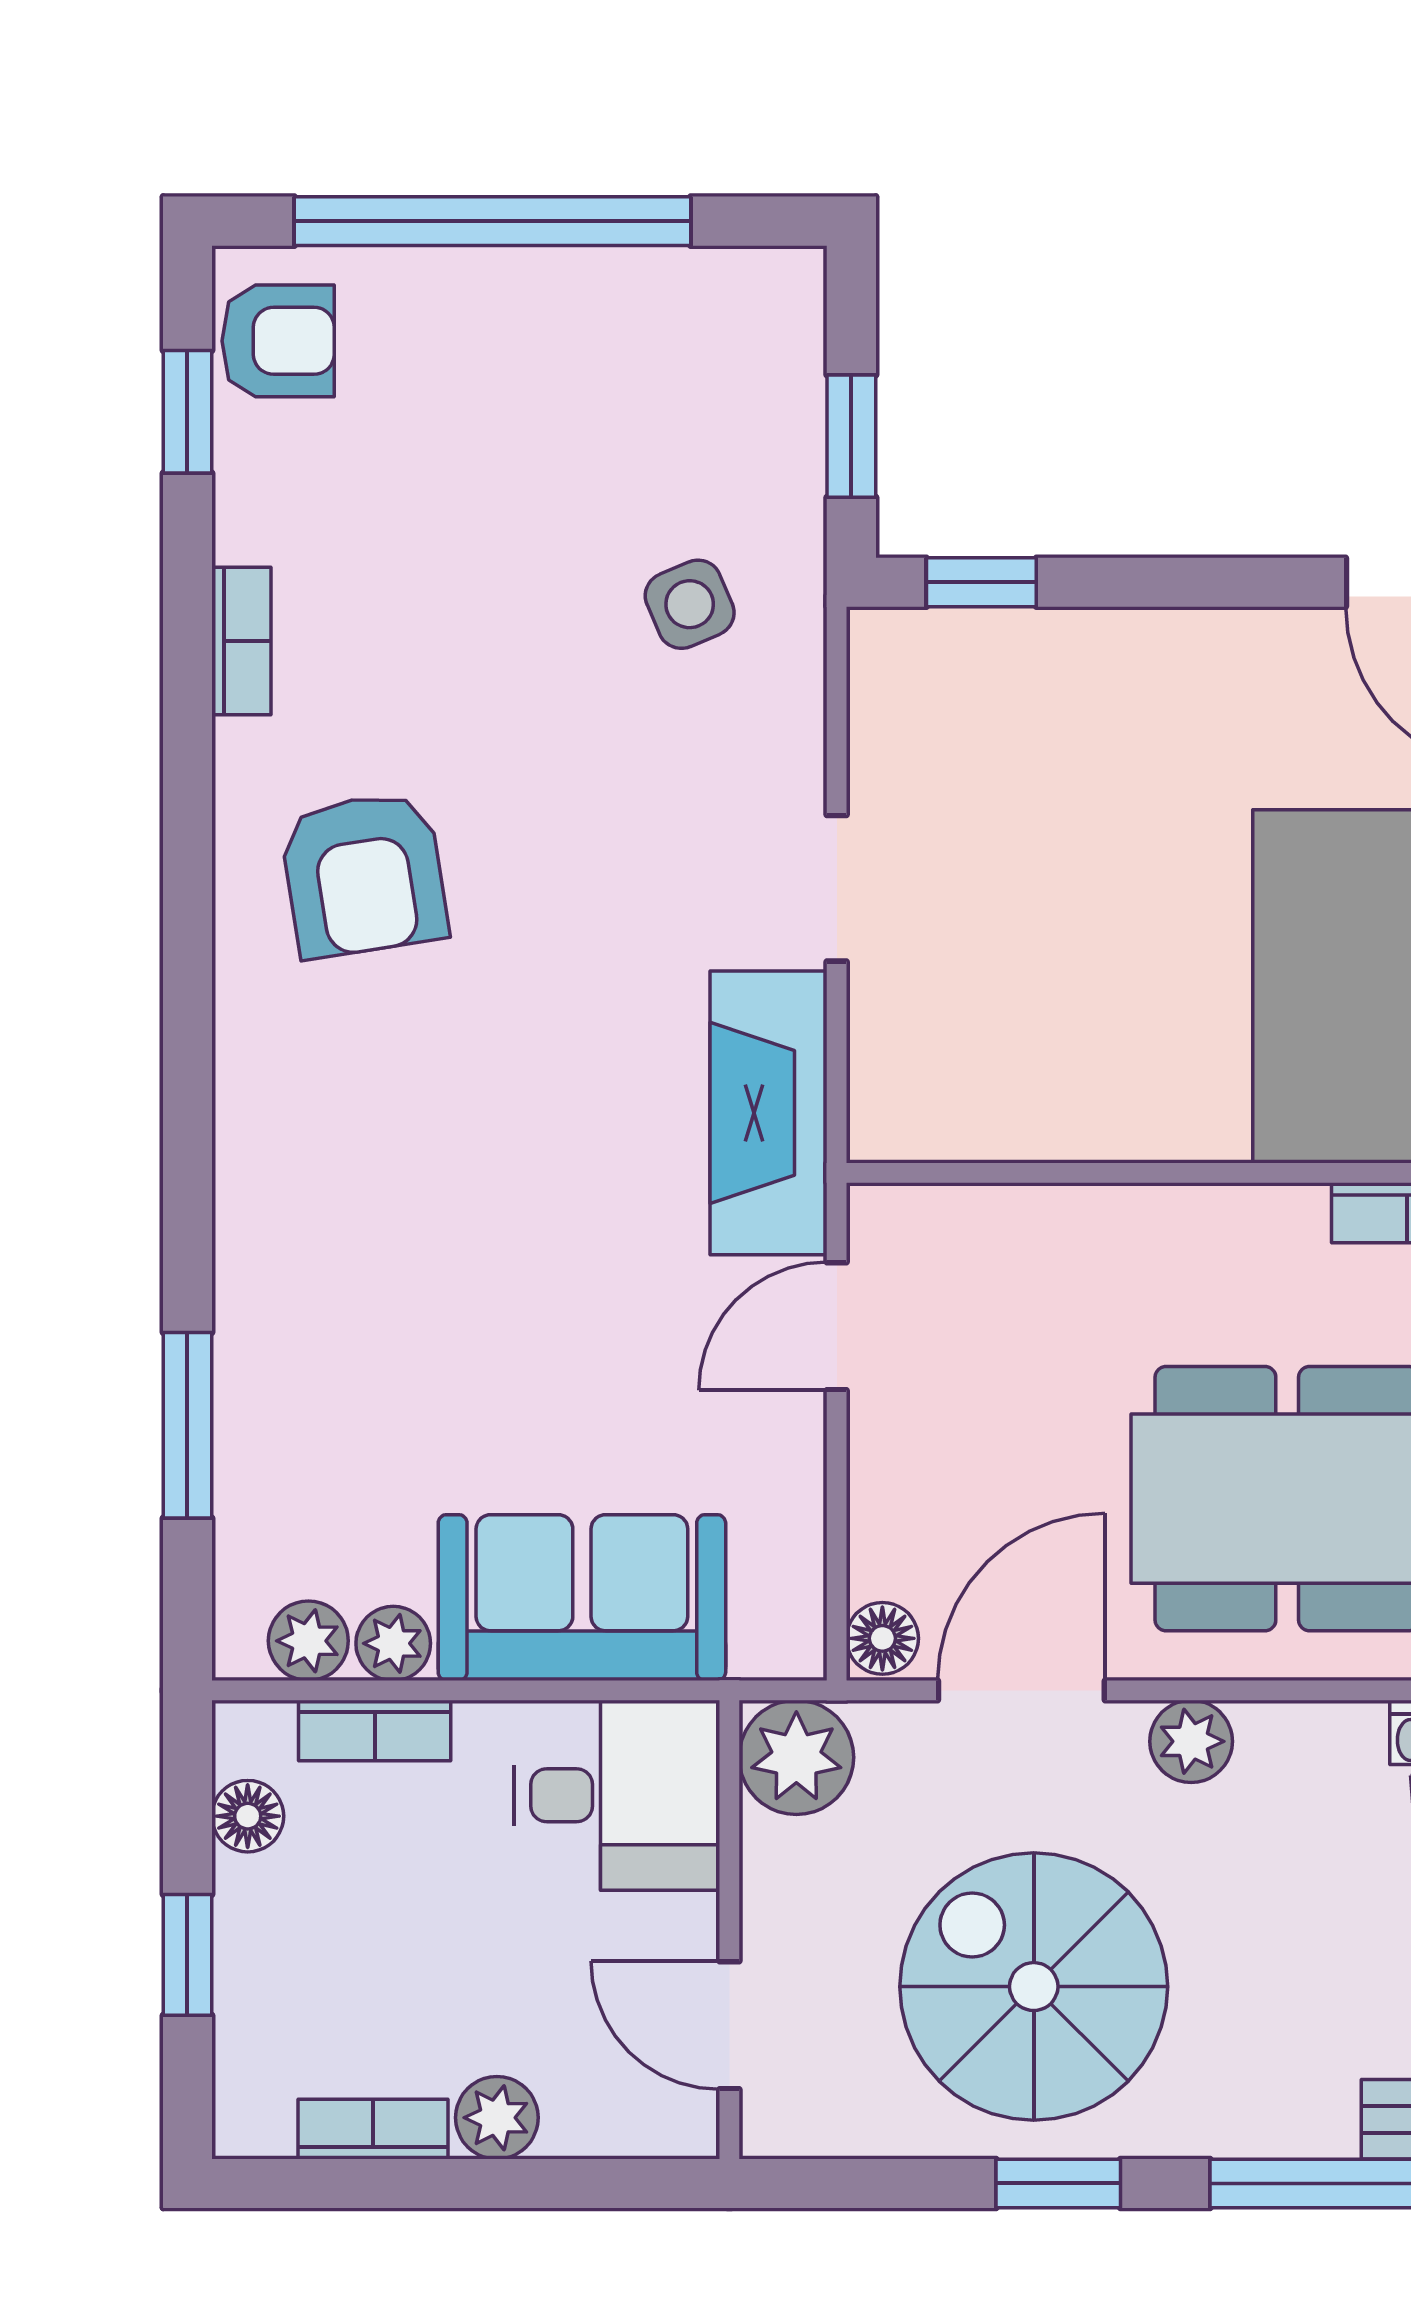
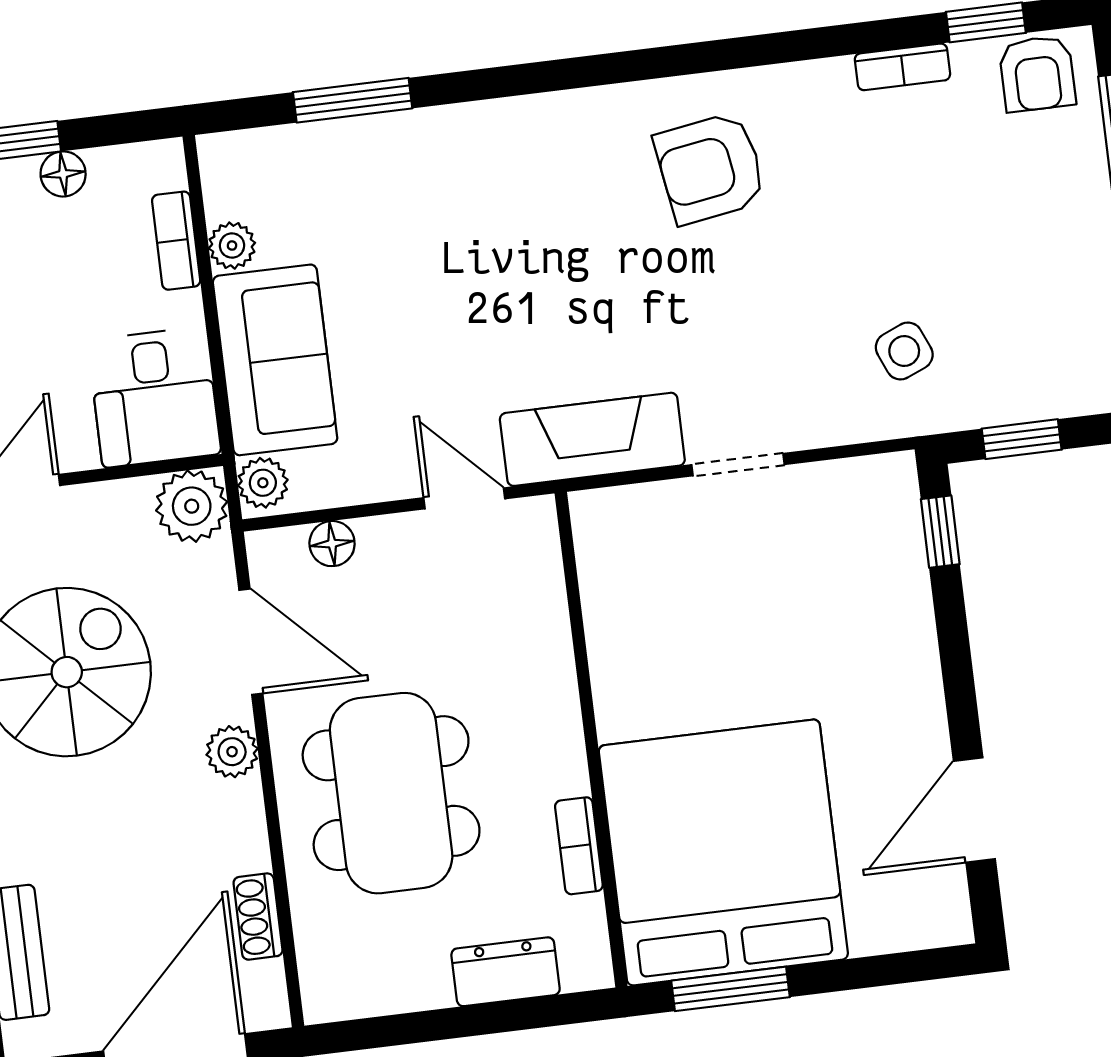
bookcase: (241, 641) -> (902, 67), moved
floor lamp: (882, 1638) -> (332, 544), moved
plant: (308, 1641) -> (263, 483), moved
floor lamp: (248, 1816) -> (63, 174), moved

